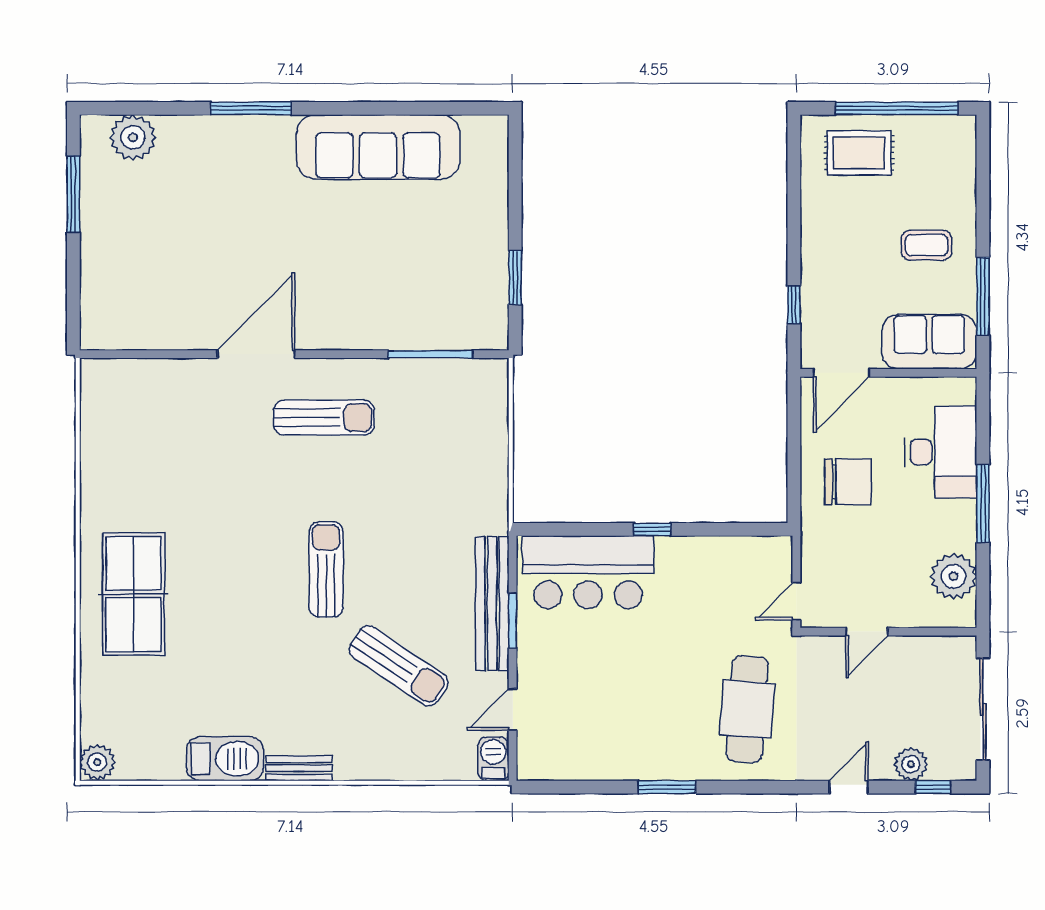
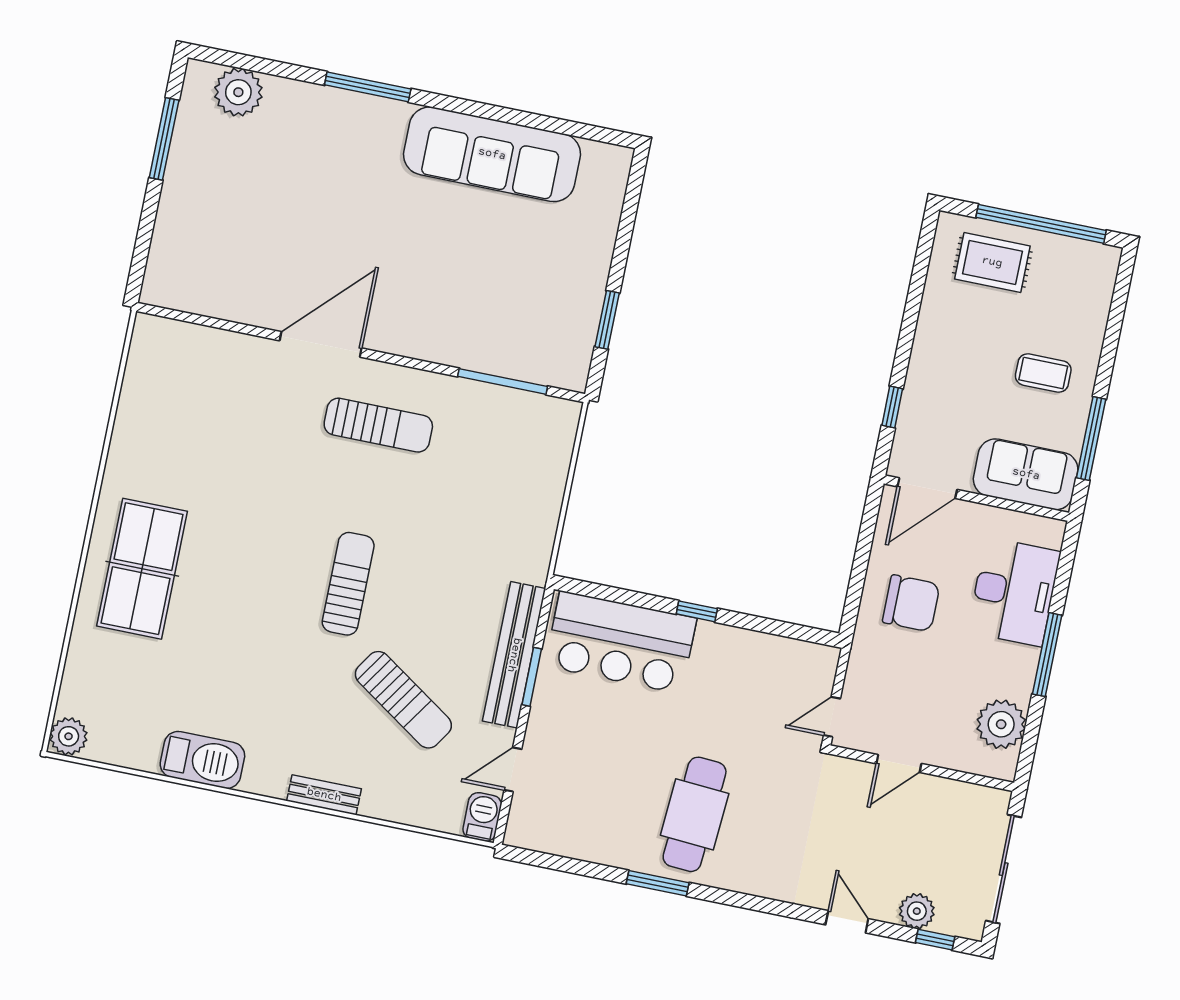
cafe table: (747, 709) -> (695, 814), moved
bench: (299, 768) -> (324, 795), moved
door: (849, 787) -> (847, 922), hinge flipped

